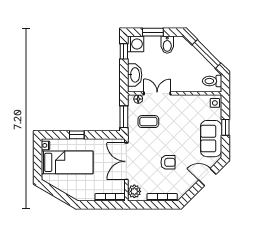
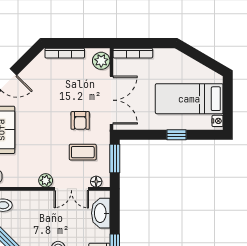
plant: (177, 100) -> (46, 180), added
armchair: (168, 162) -> (80, 120), moved, turned -90

